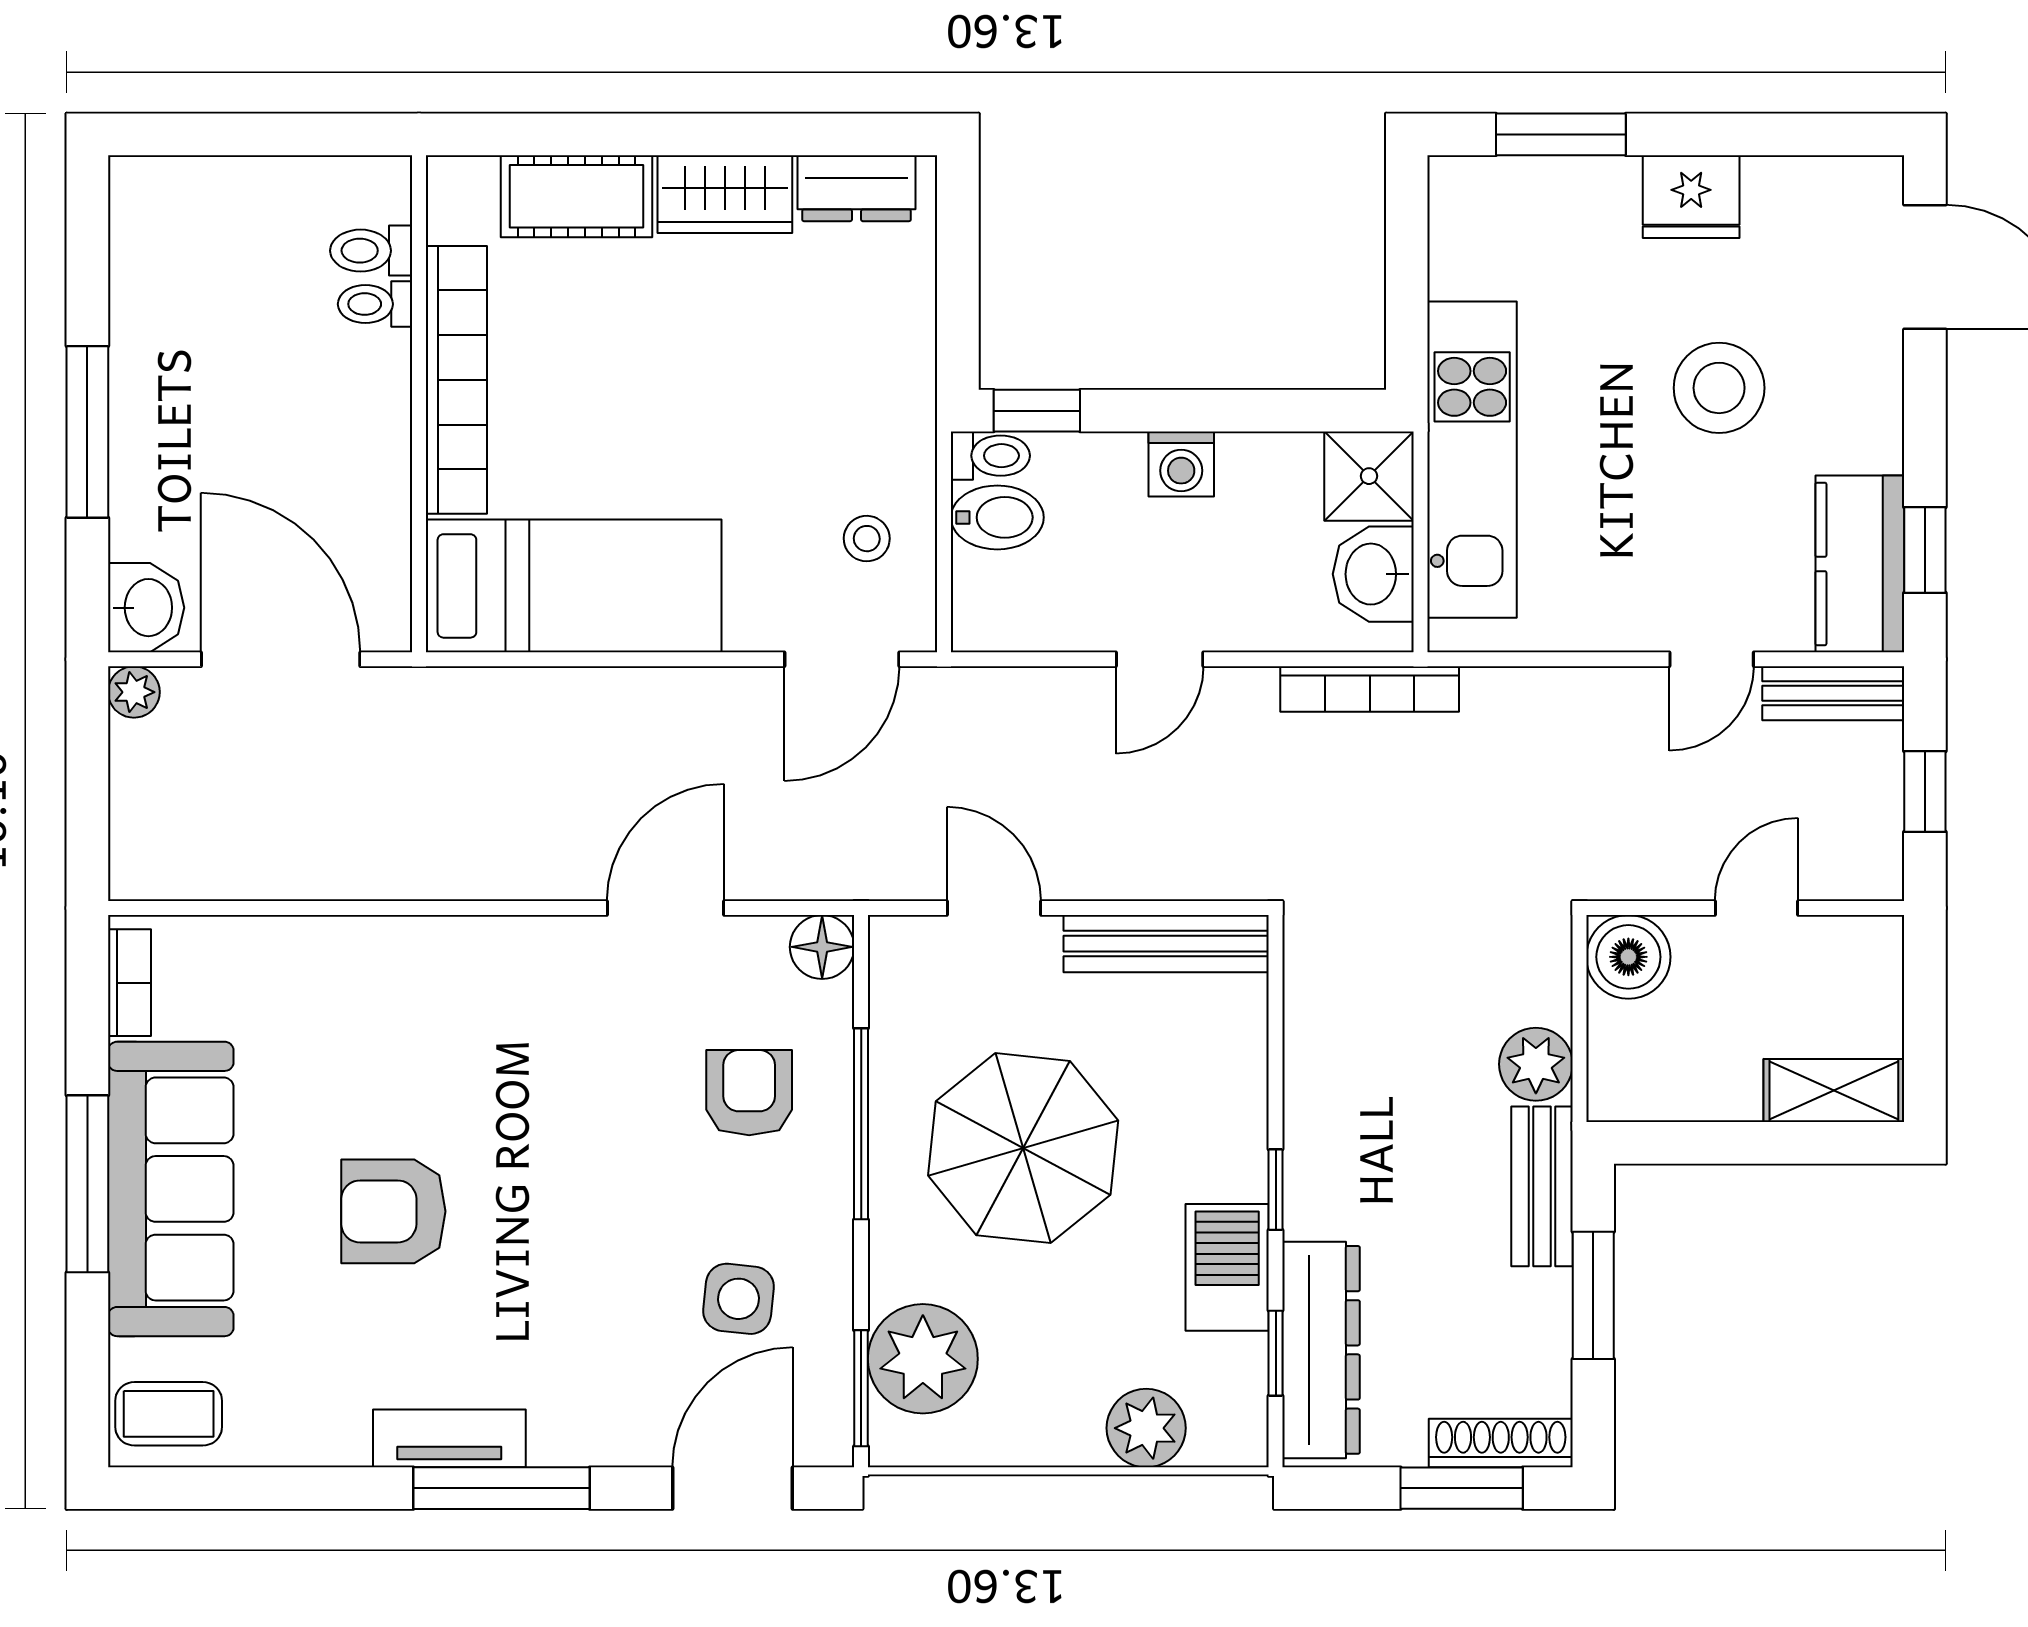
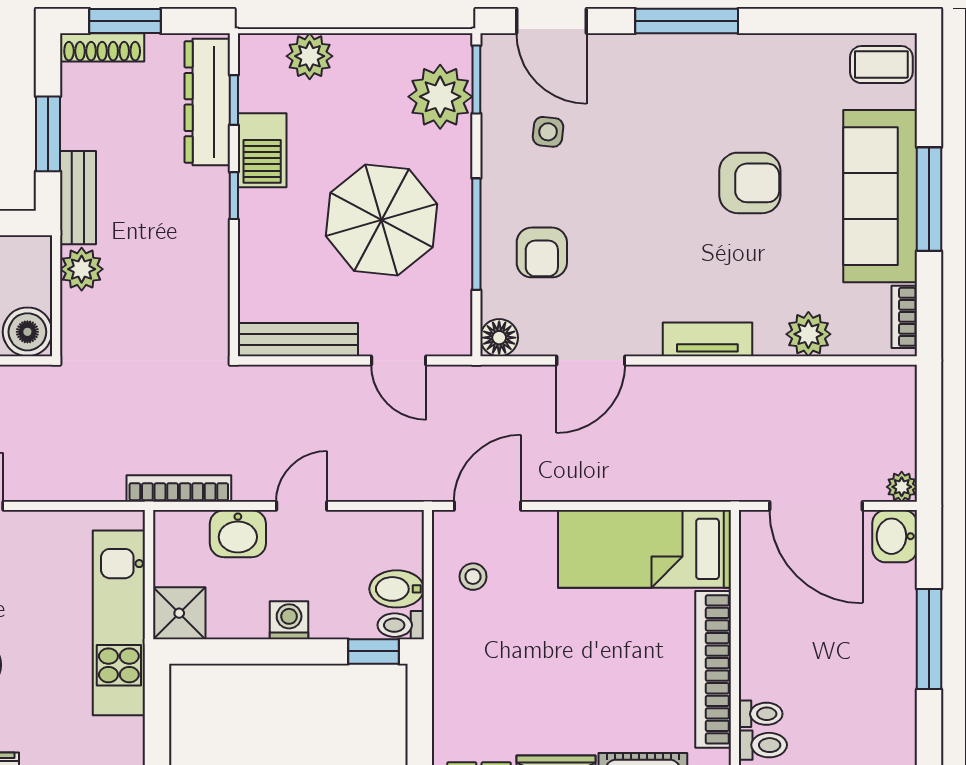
washbasin: (1373, 574) -> (238, 534), moved, turned 90
plant: (293, 953) -> (808, 334), added
side table: (739, 1299) -> (548, 132), width x0.73, depth x0.73
tv unit: (449, 1438) -> (707, 339), moved, turned 180
door: (733, 1488) -> (552, 21), hinge flipped

